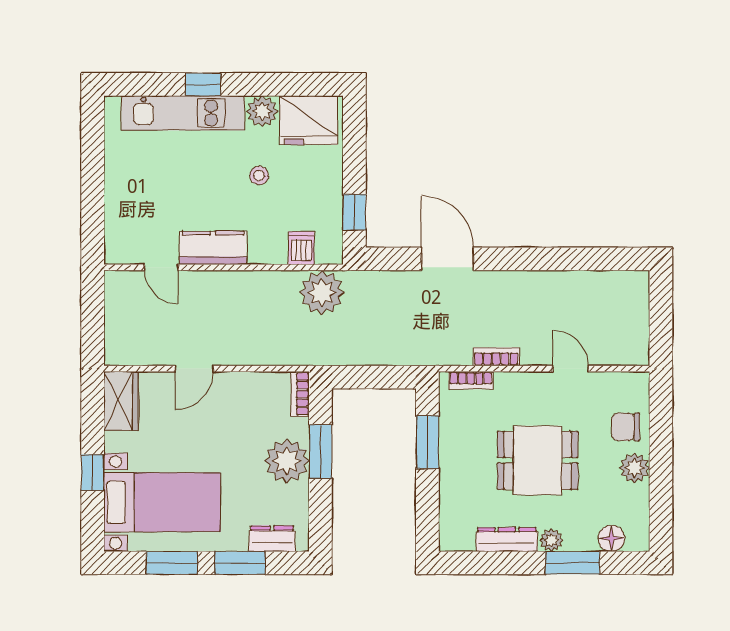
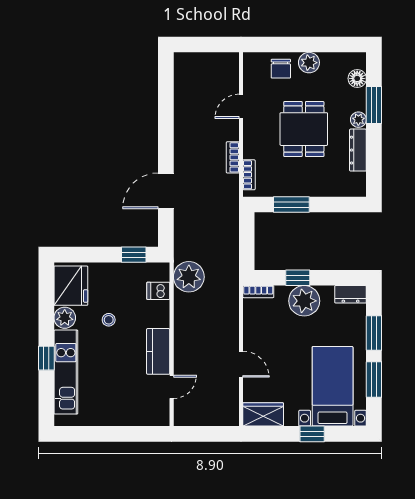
window: (320, 452) -> (298, 278), width x0.67
dresser: (272, 539) -> (351, 294), moved, turned -90

